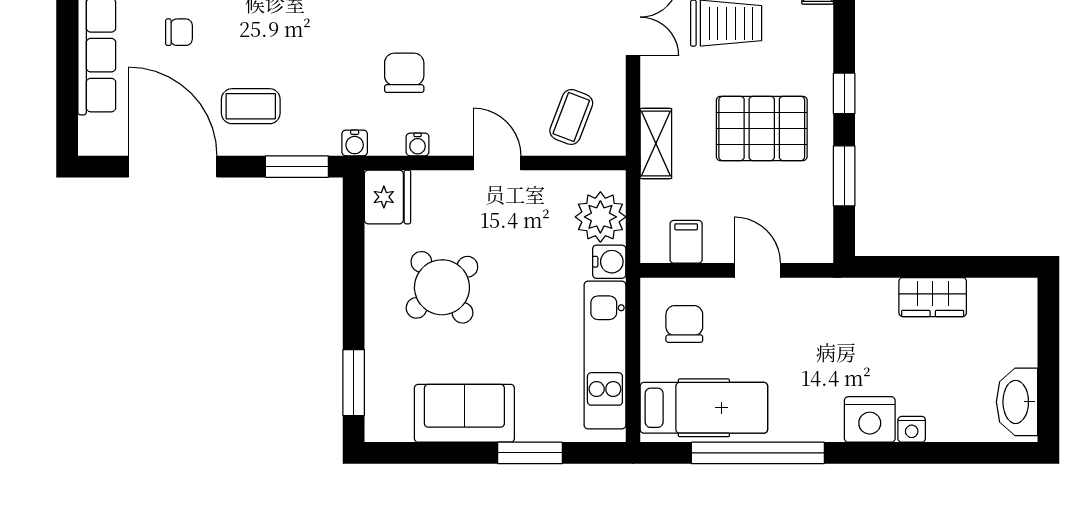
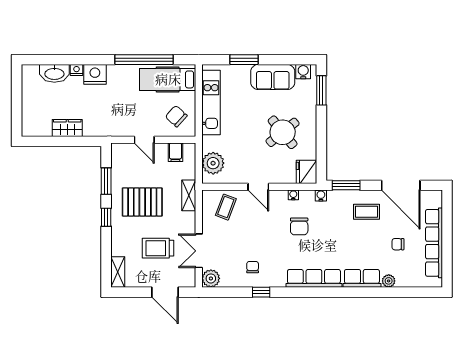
water cooler: (609, 262) -> (303, 72), moved, turned 90
chair: (684, 324) -> (176, 116), turned 132
washbasin: (1017, 402) -> (54, 73), moved, turned 90

